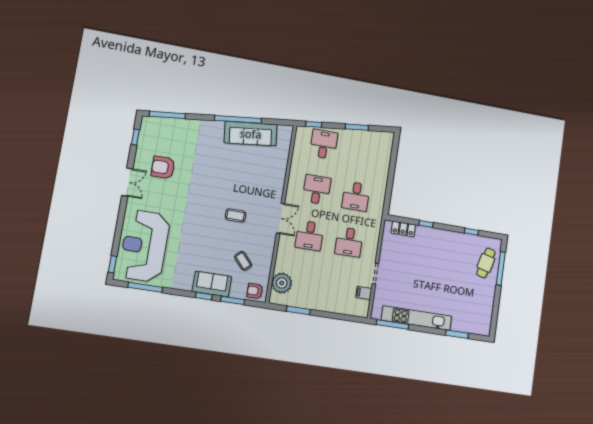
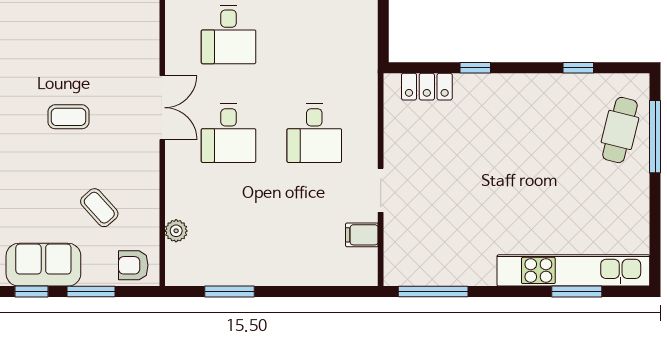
desk: (317, 190) -> (229, 34), turned 180
desk: (356, 196) -> (314, 34), removed
plant: (282, 283) -> (176, 231), width x0.53, depth x0.53
kitchen unit: (416, 318) -> (573, 270), moved

